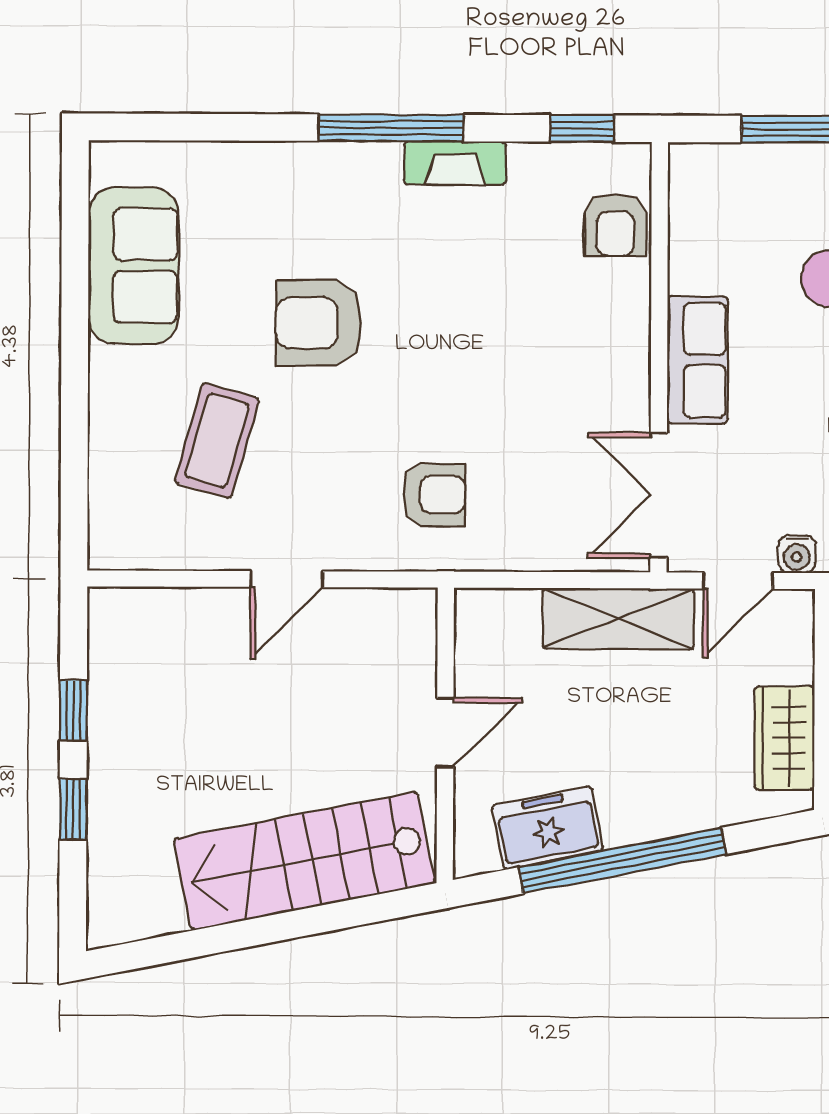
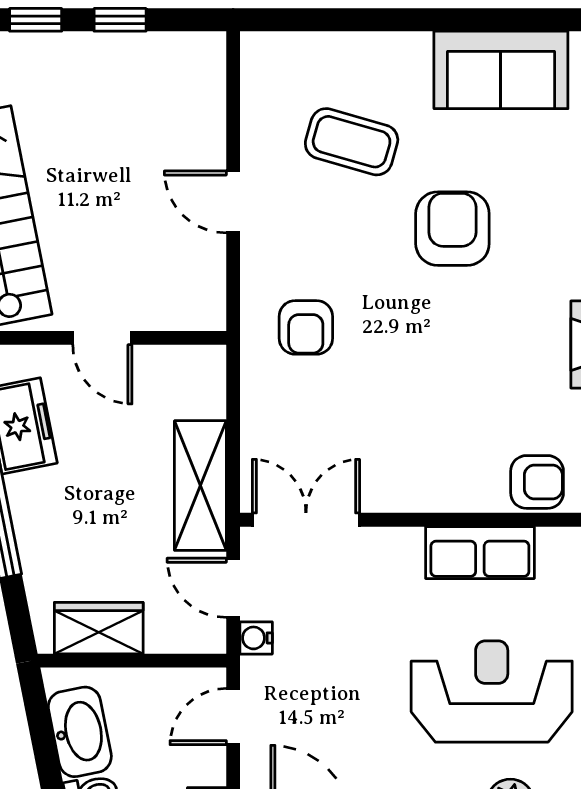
armchair: (615, 225) -> (537, 482), turned 180
row of seats: (697, 360) -> (480, 553), moved

